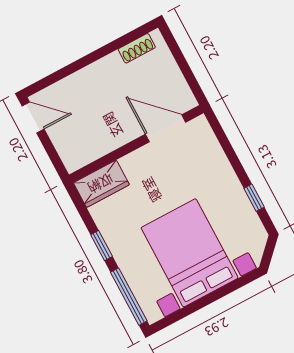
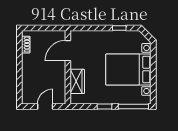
door: (33, 117) -> (45, 107), moved
wardrobe: (101, 184) -> (77, 81), moved

